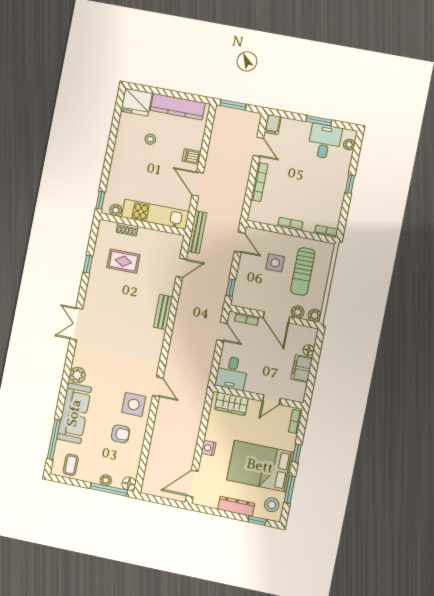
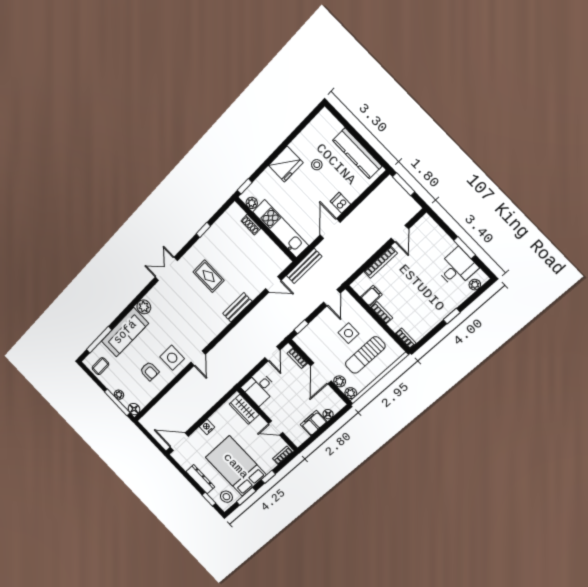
fridge: (136, 102) -> (286, 164), moved, turned -90
filing cabinet: (273, 125) -> (371, 296), moved, turned 180
rug: (123, 261) -> (209, 276), moved

